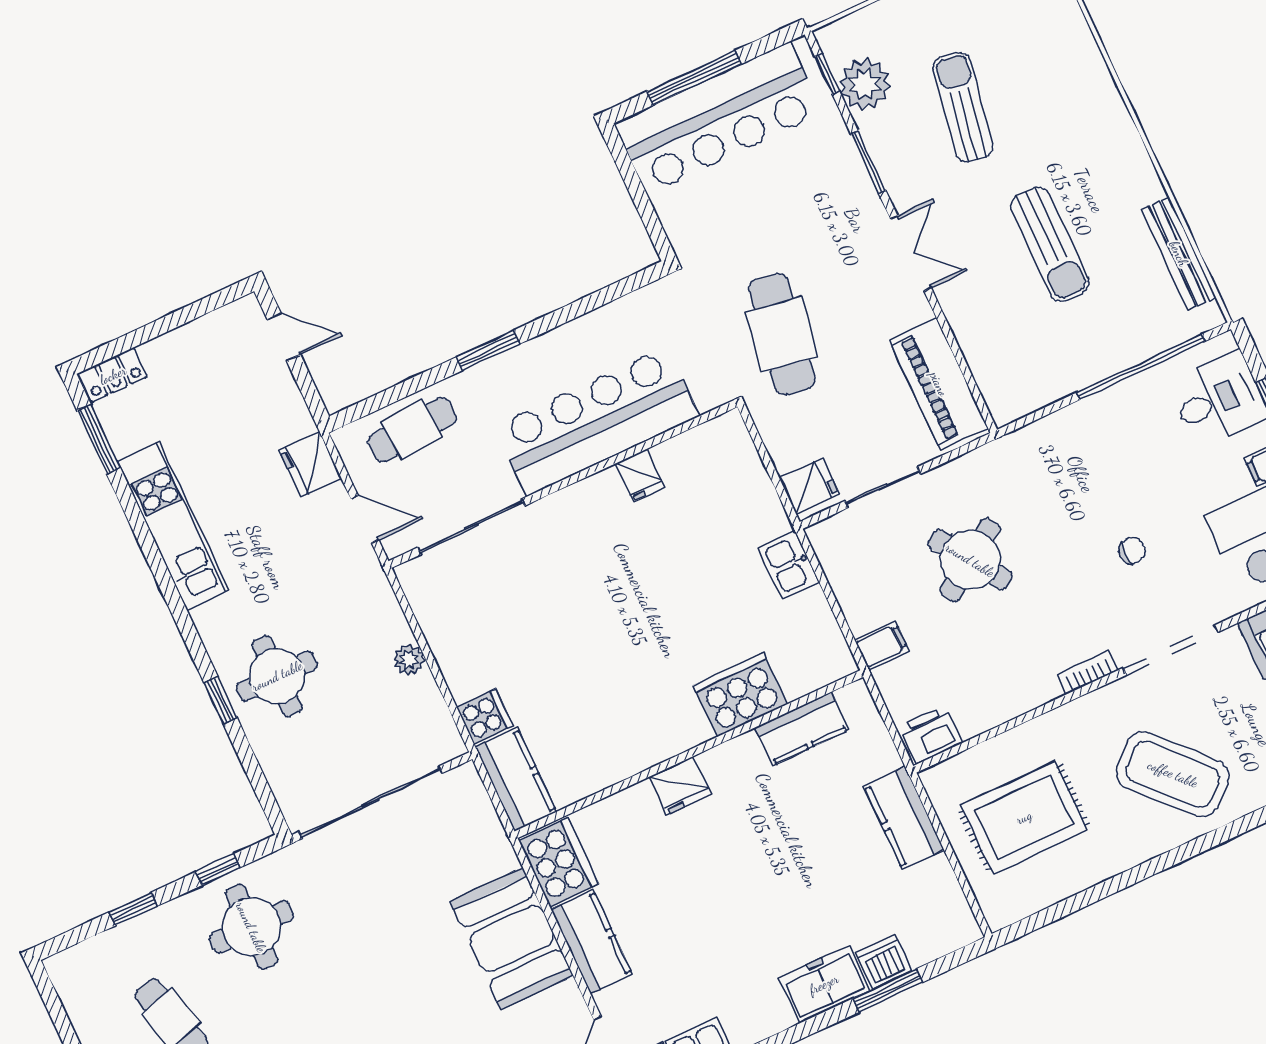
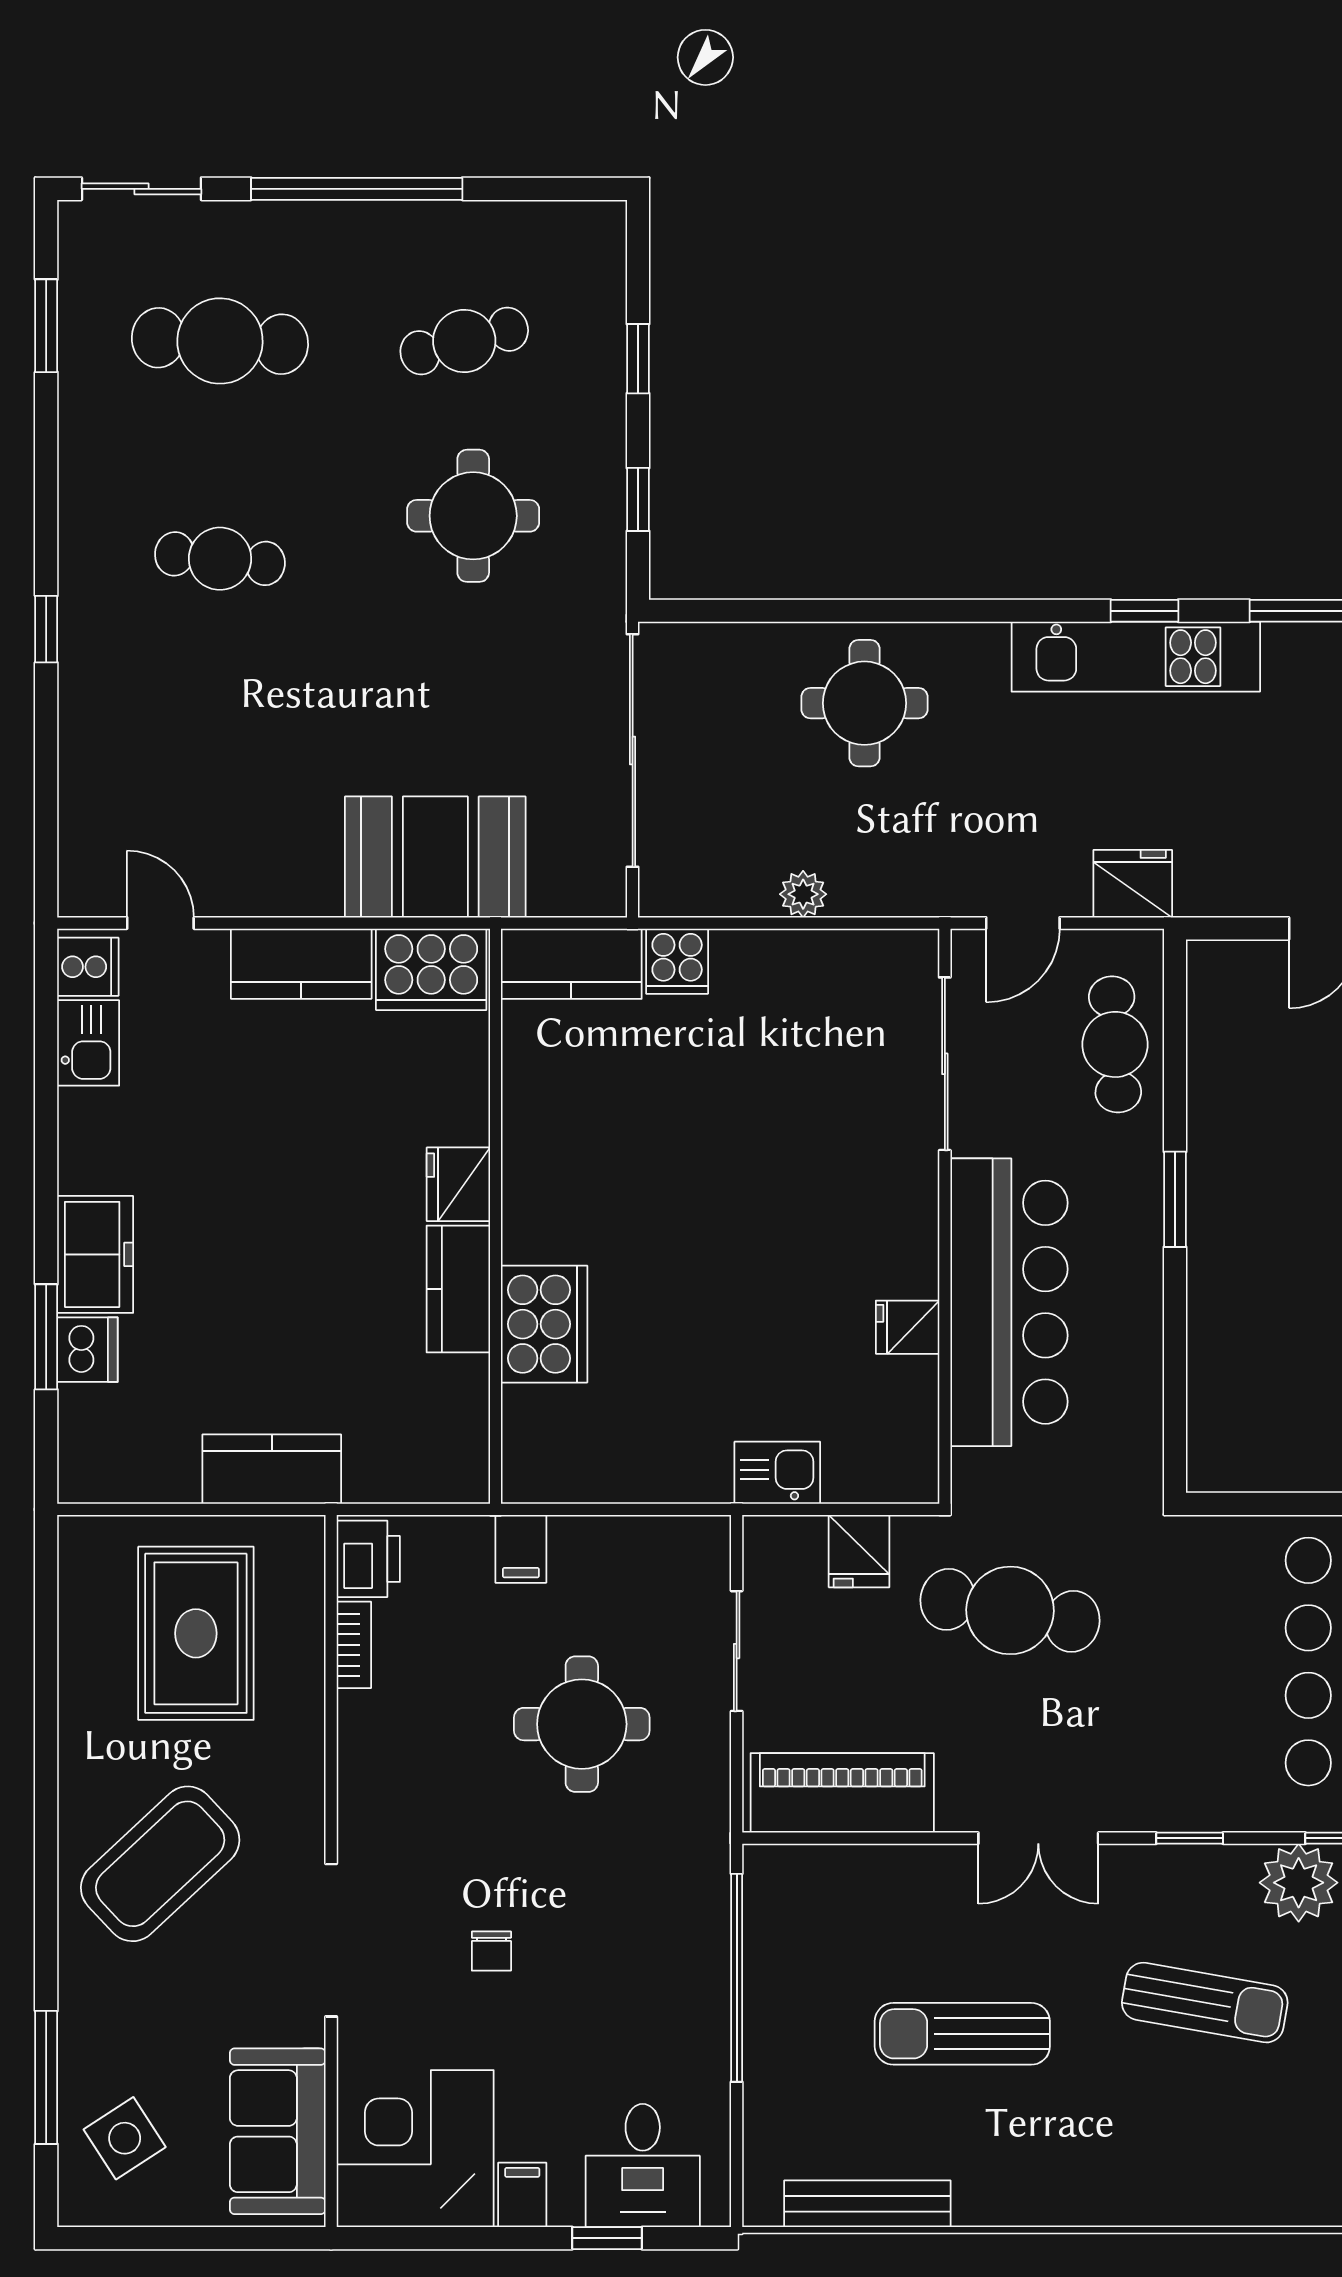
window: (868, 162) -> (1190, 1838), width x0.67
window: (1141, 367) -> (737, 1978), moved
fridge: (809, 486) -> (859, 1551), moved
round table: (970, 560) -> (582, 1724), turned 34
kitchen sink: (789, 565) -> (777, 1473), moved
bookcase: (1087, 672) -> (354, 1645), moved
window: (220, 700) -> (1145, 611), moved
kitchen counter: (802, 729) -> (458, 1289), moved
round table: (251, 927) -> (473, 516), moved
booth: (512, 938) -> (435, 857), moved

